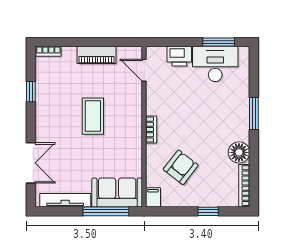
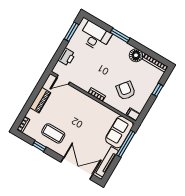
desk: (215, 64) -> (95, 36), moved, turned 90
coffee table: (93, 116) -> (53, 133), moved
double door: (31, 163) -> (77, 168), width x1.37

